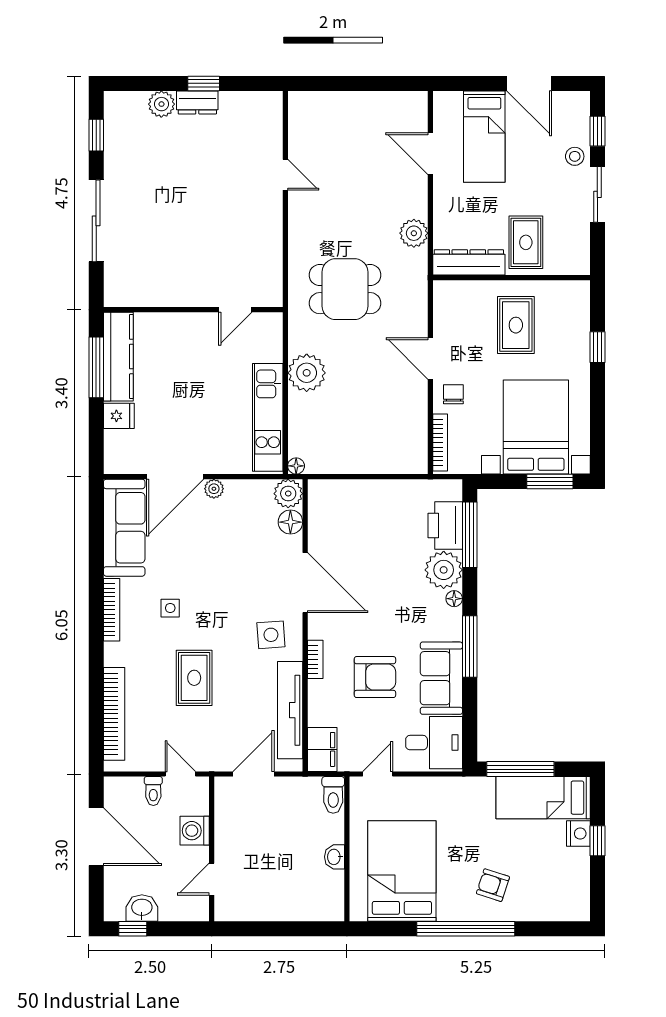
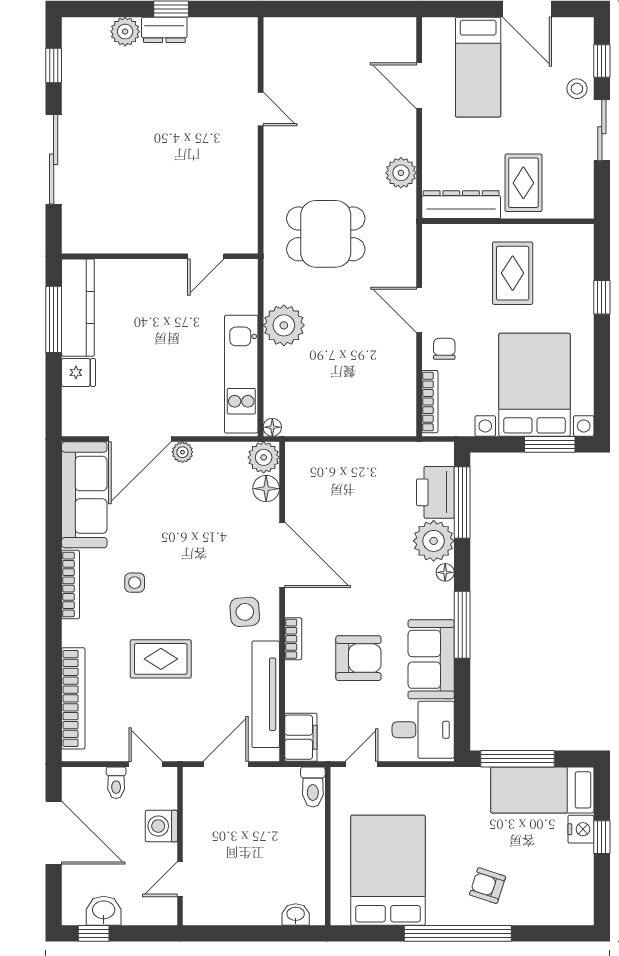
rug: (194, 678) -> (161, 659), turned 90
washbasin: (334, 857) -> (296, 914), moved, turned 90

